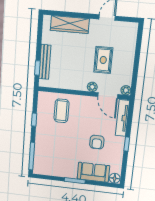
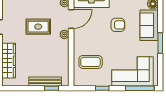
corner sofa: (49, 151) -> (133, 71), added

